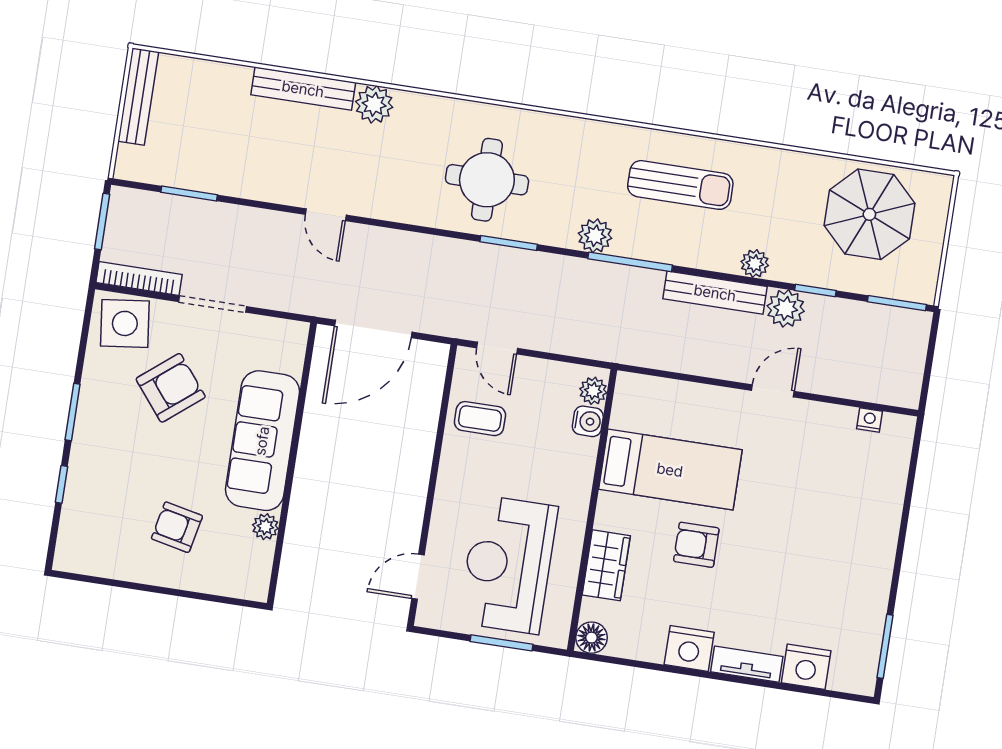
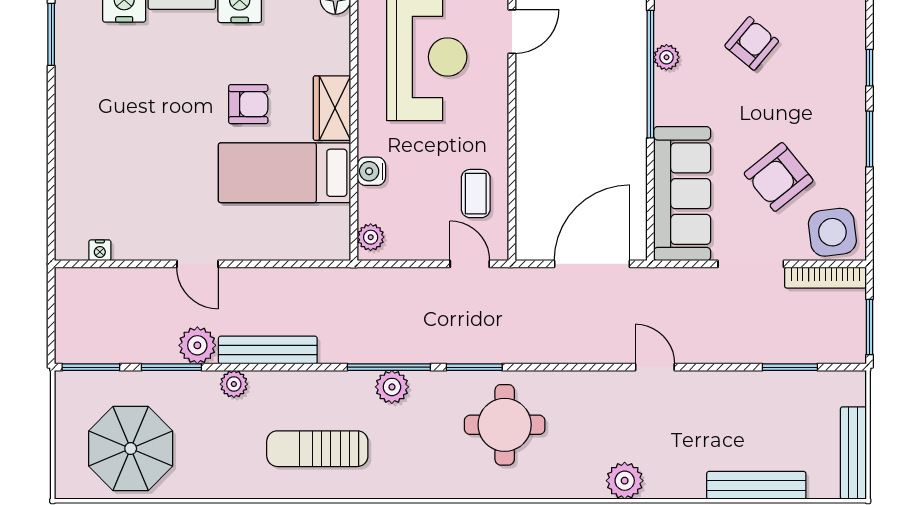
bench: (303, 89) -> (756, 485), moved
window: (630, 262) -> (389, 367), moved
window: (815, 290) -> (171, 367), width x1.50
door: (773, 391) -> (197, 264), hinge flipped
coffee table: (480, 419) -> (476, 194), turned 90
water cooler: (588, 421) -> (371, 171), moved
sofa: (262, 441) -> (682, 194), moved
window: (284, 512) -> (650, 74), added
armchair: (177, 527) -> (752, 43), turned -62
wardrobe: (606, 565) -> (332, 108), moved

